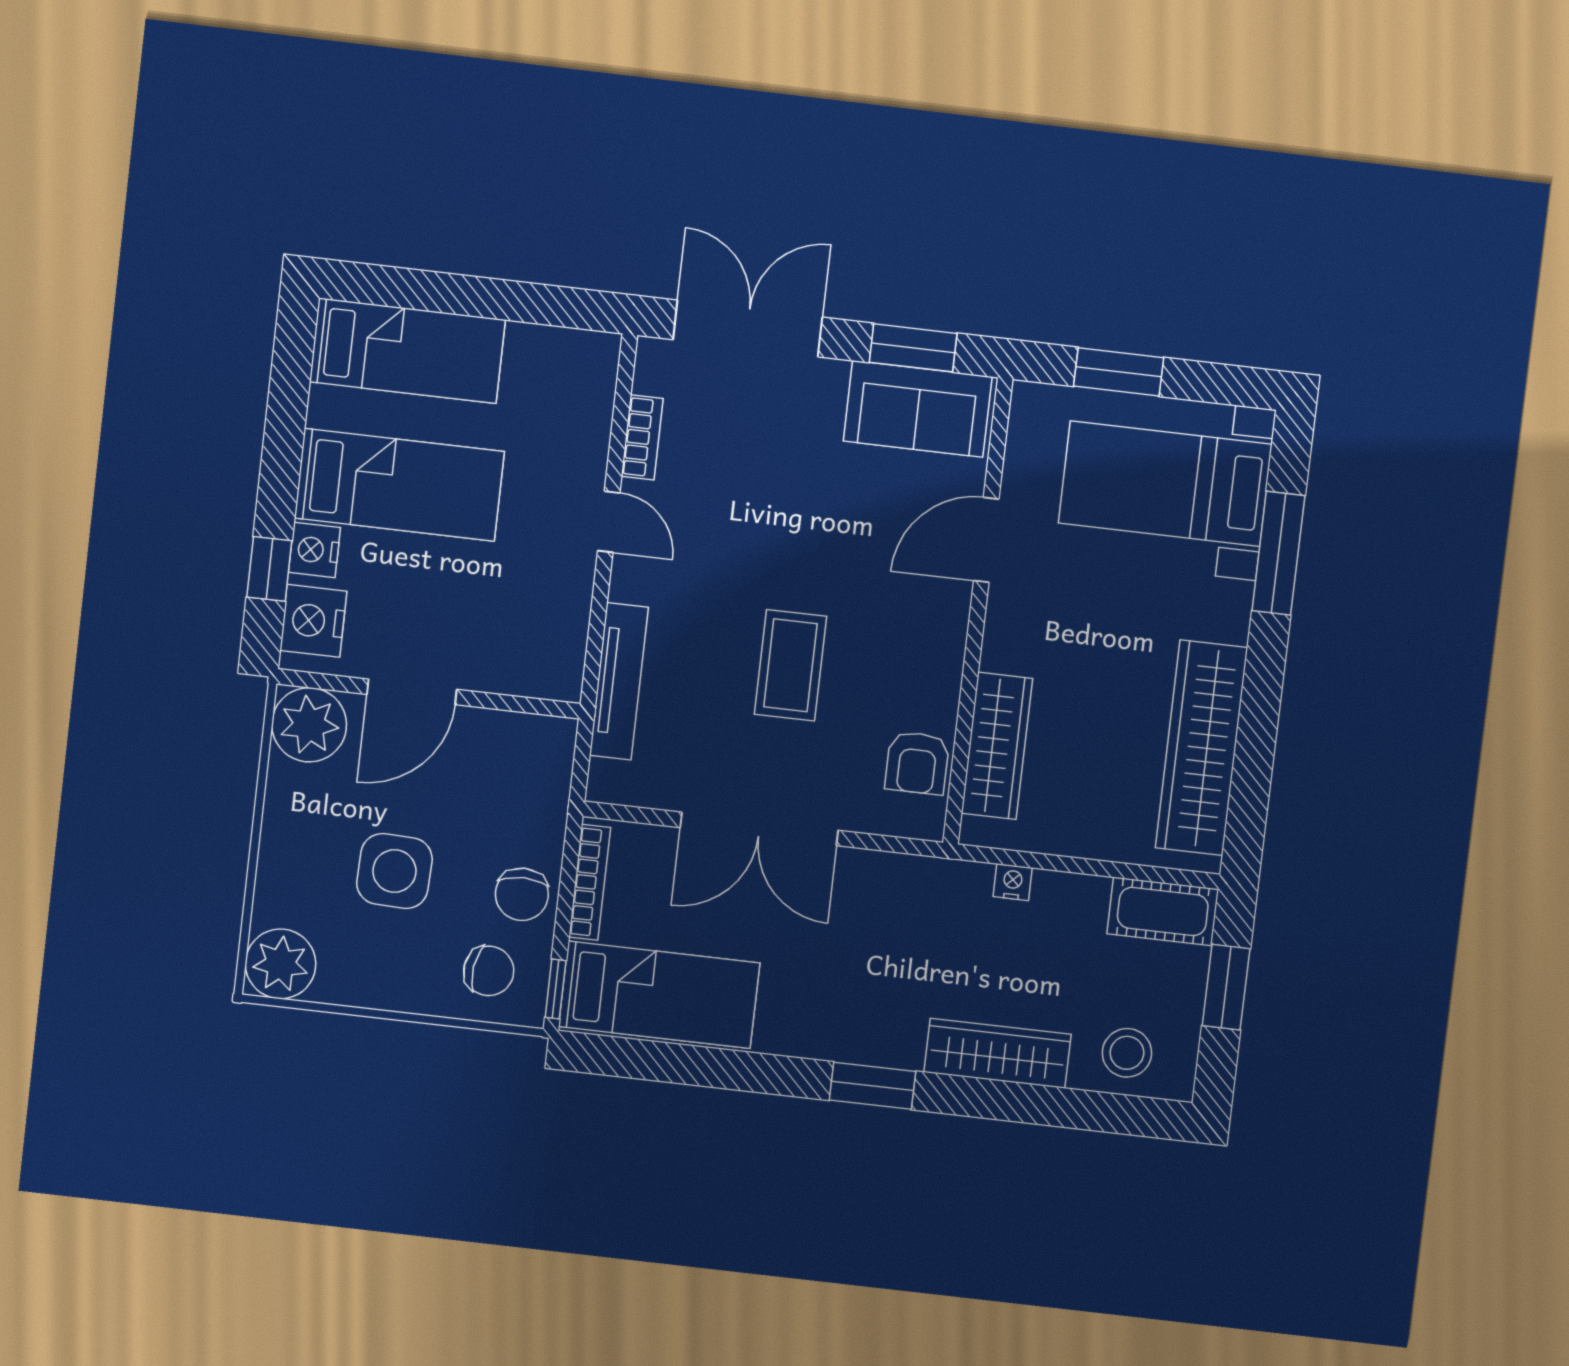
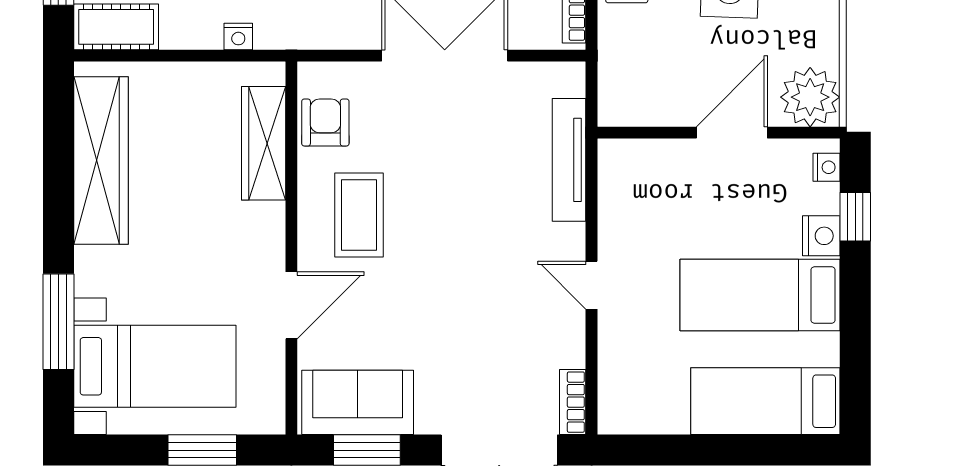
bookcase: (642, 437) -> (573, 402), moved
nightstand: (313, 621) -> (826, 167), width x0.53, depth x0.56
coffee table: (790, 665) -> (359, 215), moved

